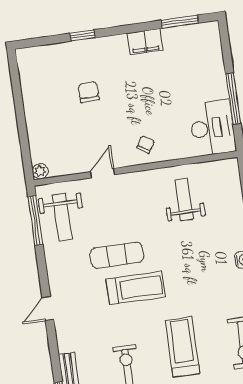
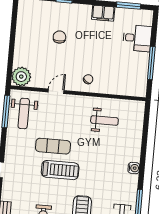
desk: (212, 128) -> (137, 38), moved, width x0.73
plant: (40, 171) -> (21, 77), width x1.88, depth x1.88
weight bench: (184, 200) -> (104, 120), turned 90

